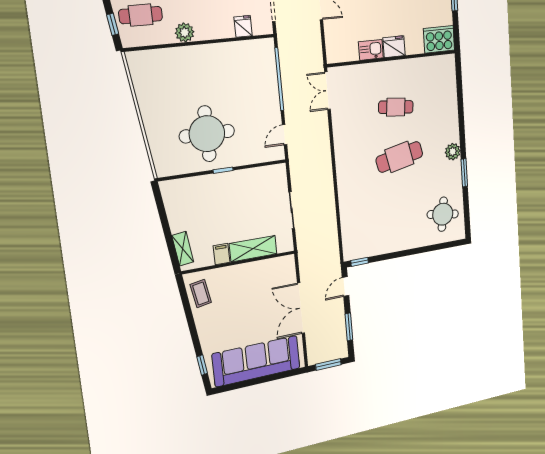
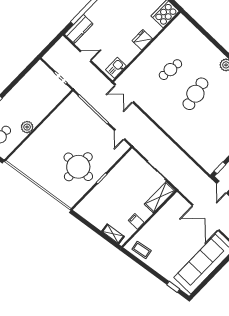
fridge: (243, 26) -> (53, 99), removed
kitchen sink: (371, 50) -> (116, 68), moved
shelving: (253, 249) -> (160, 197), moved

